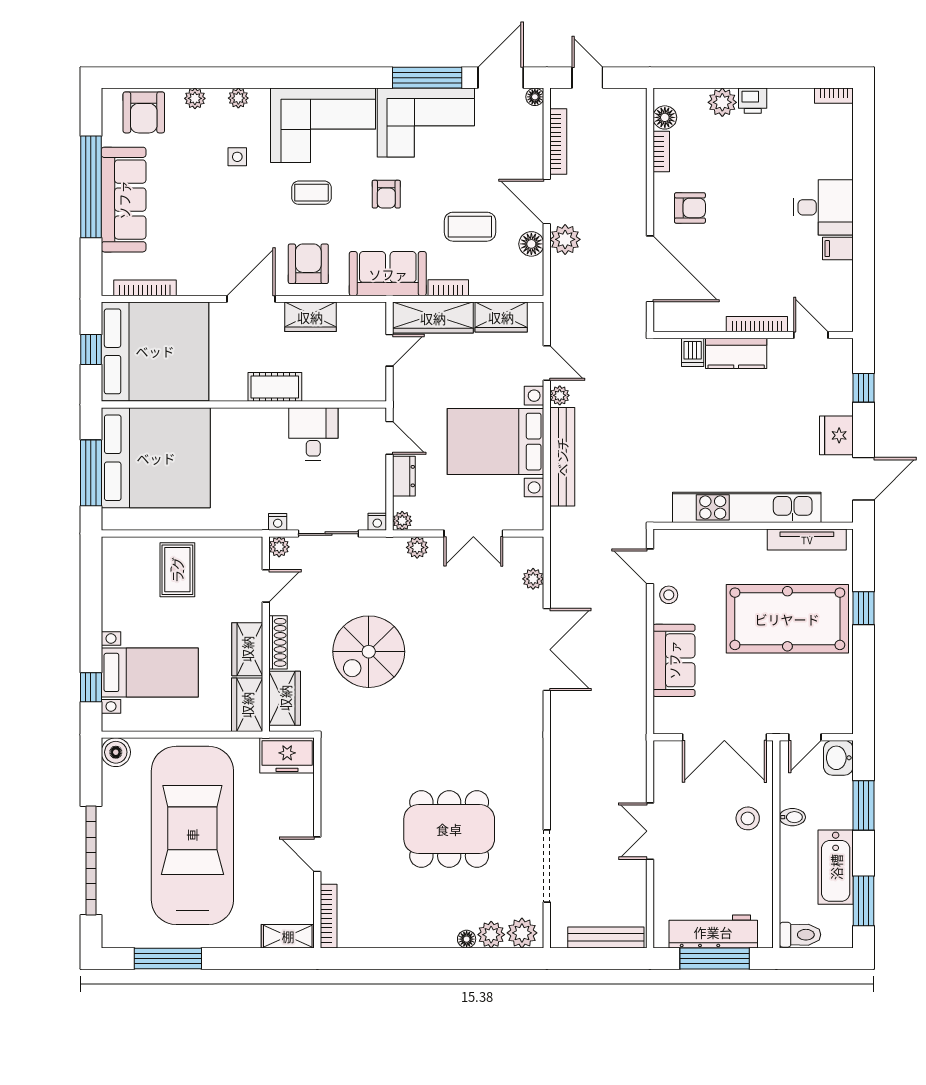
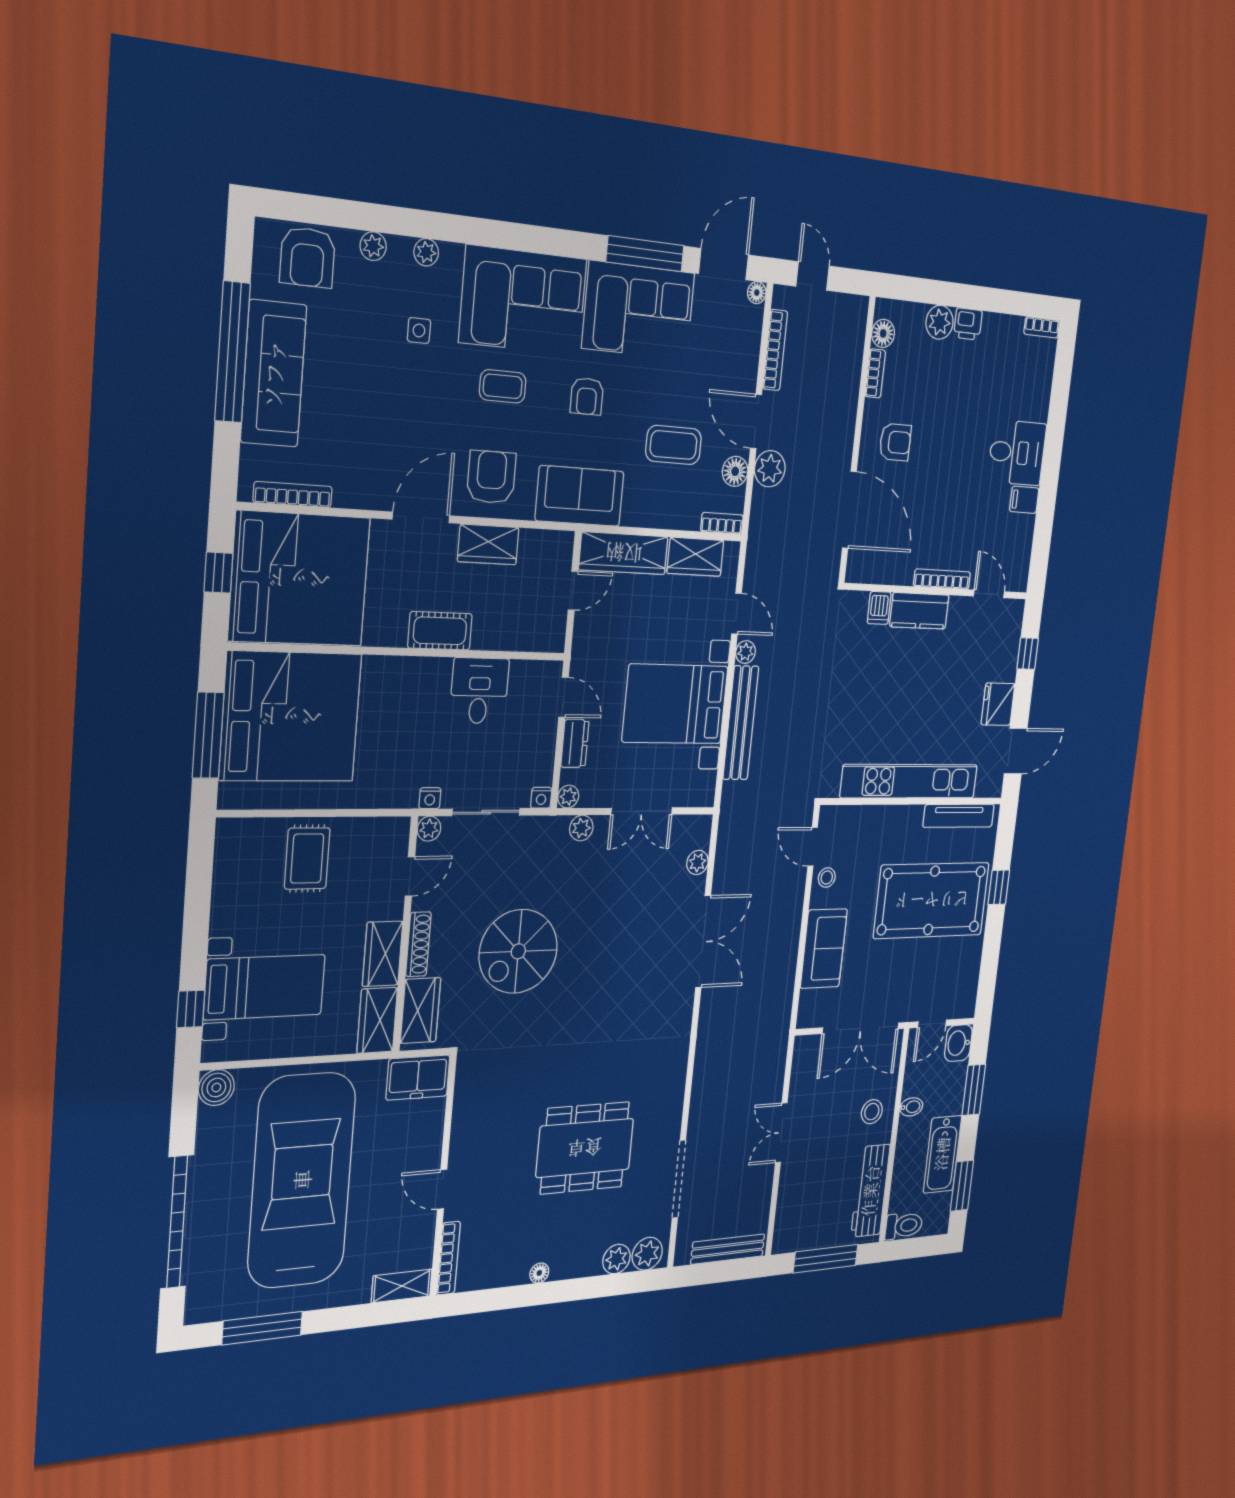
bookcase: (448, 288) -> (722, 523), moved
workbench: (713, 932) -> (870, 1191), moved, turned -90
floor lamp: (467, 939) -> (539, 1273), moved

